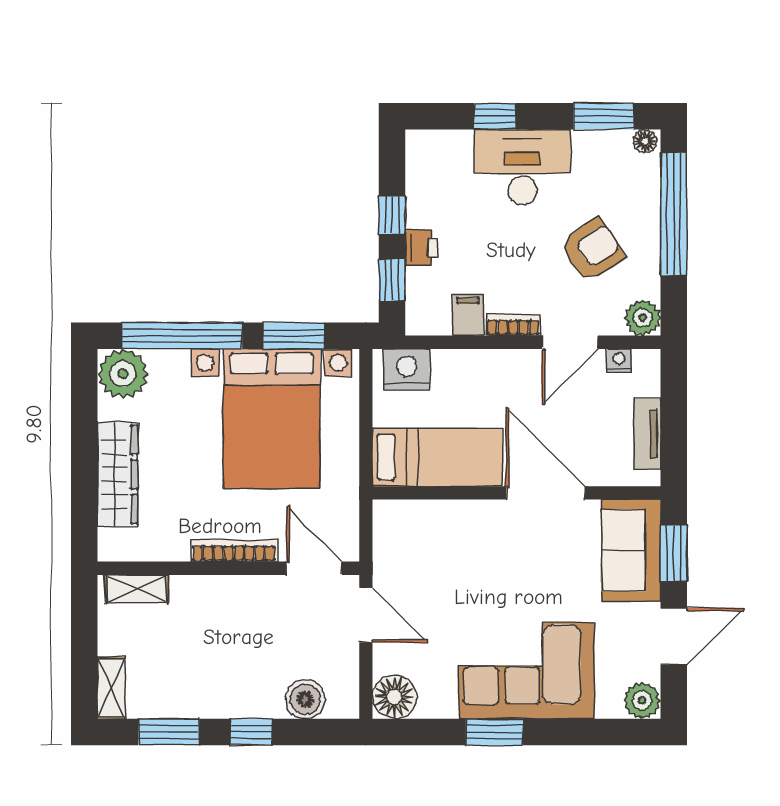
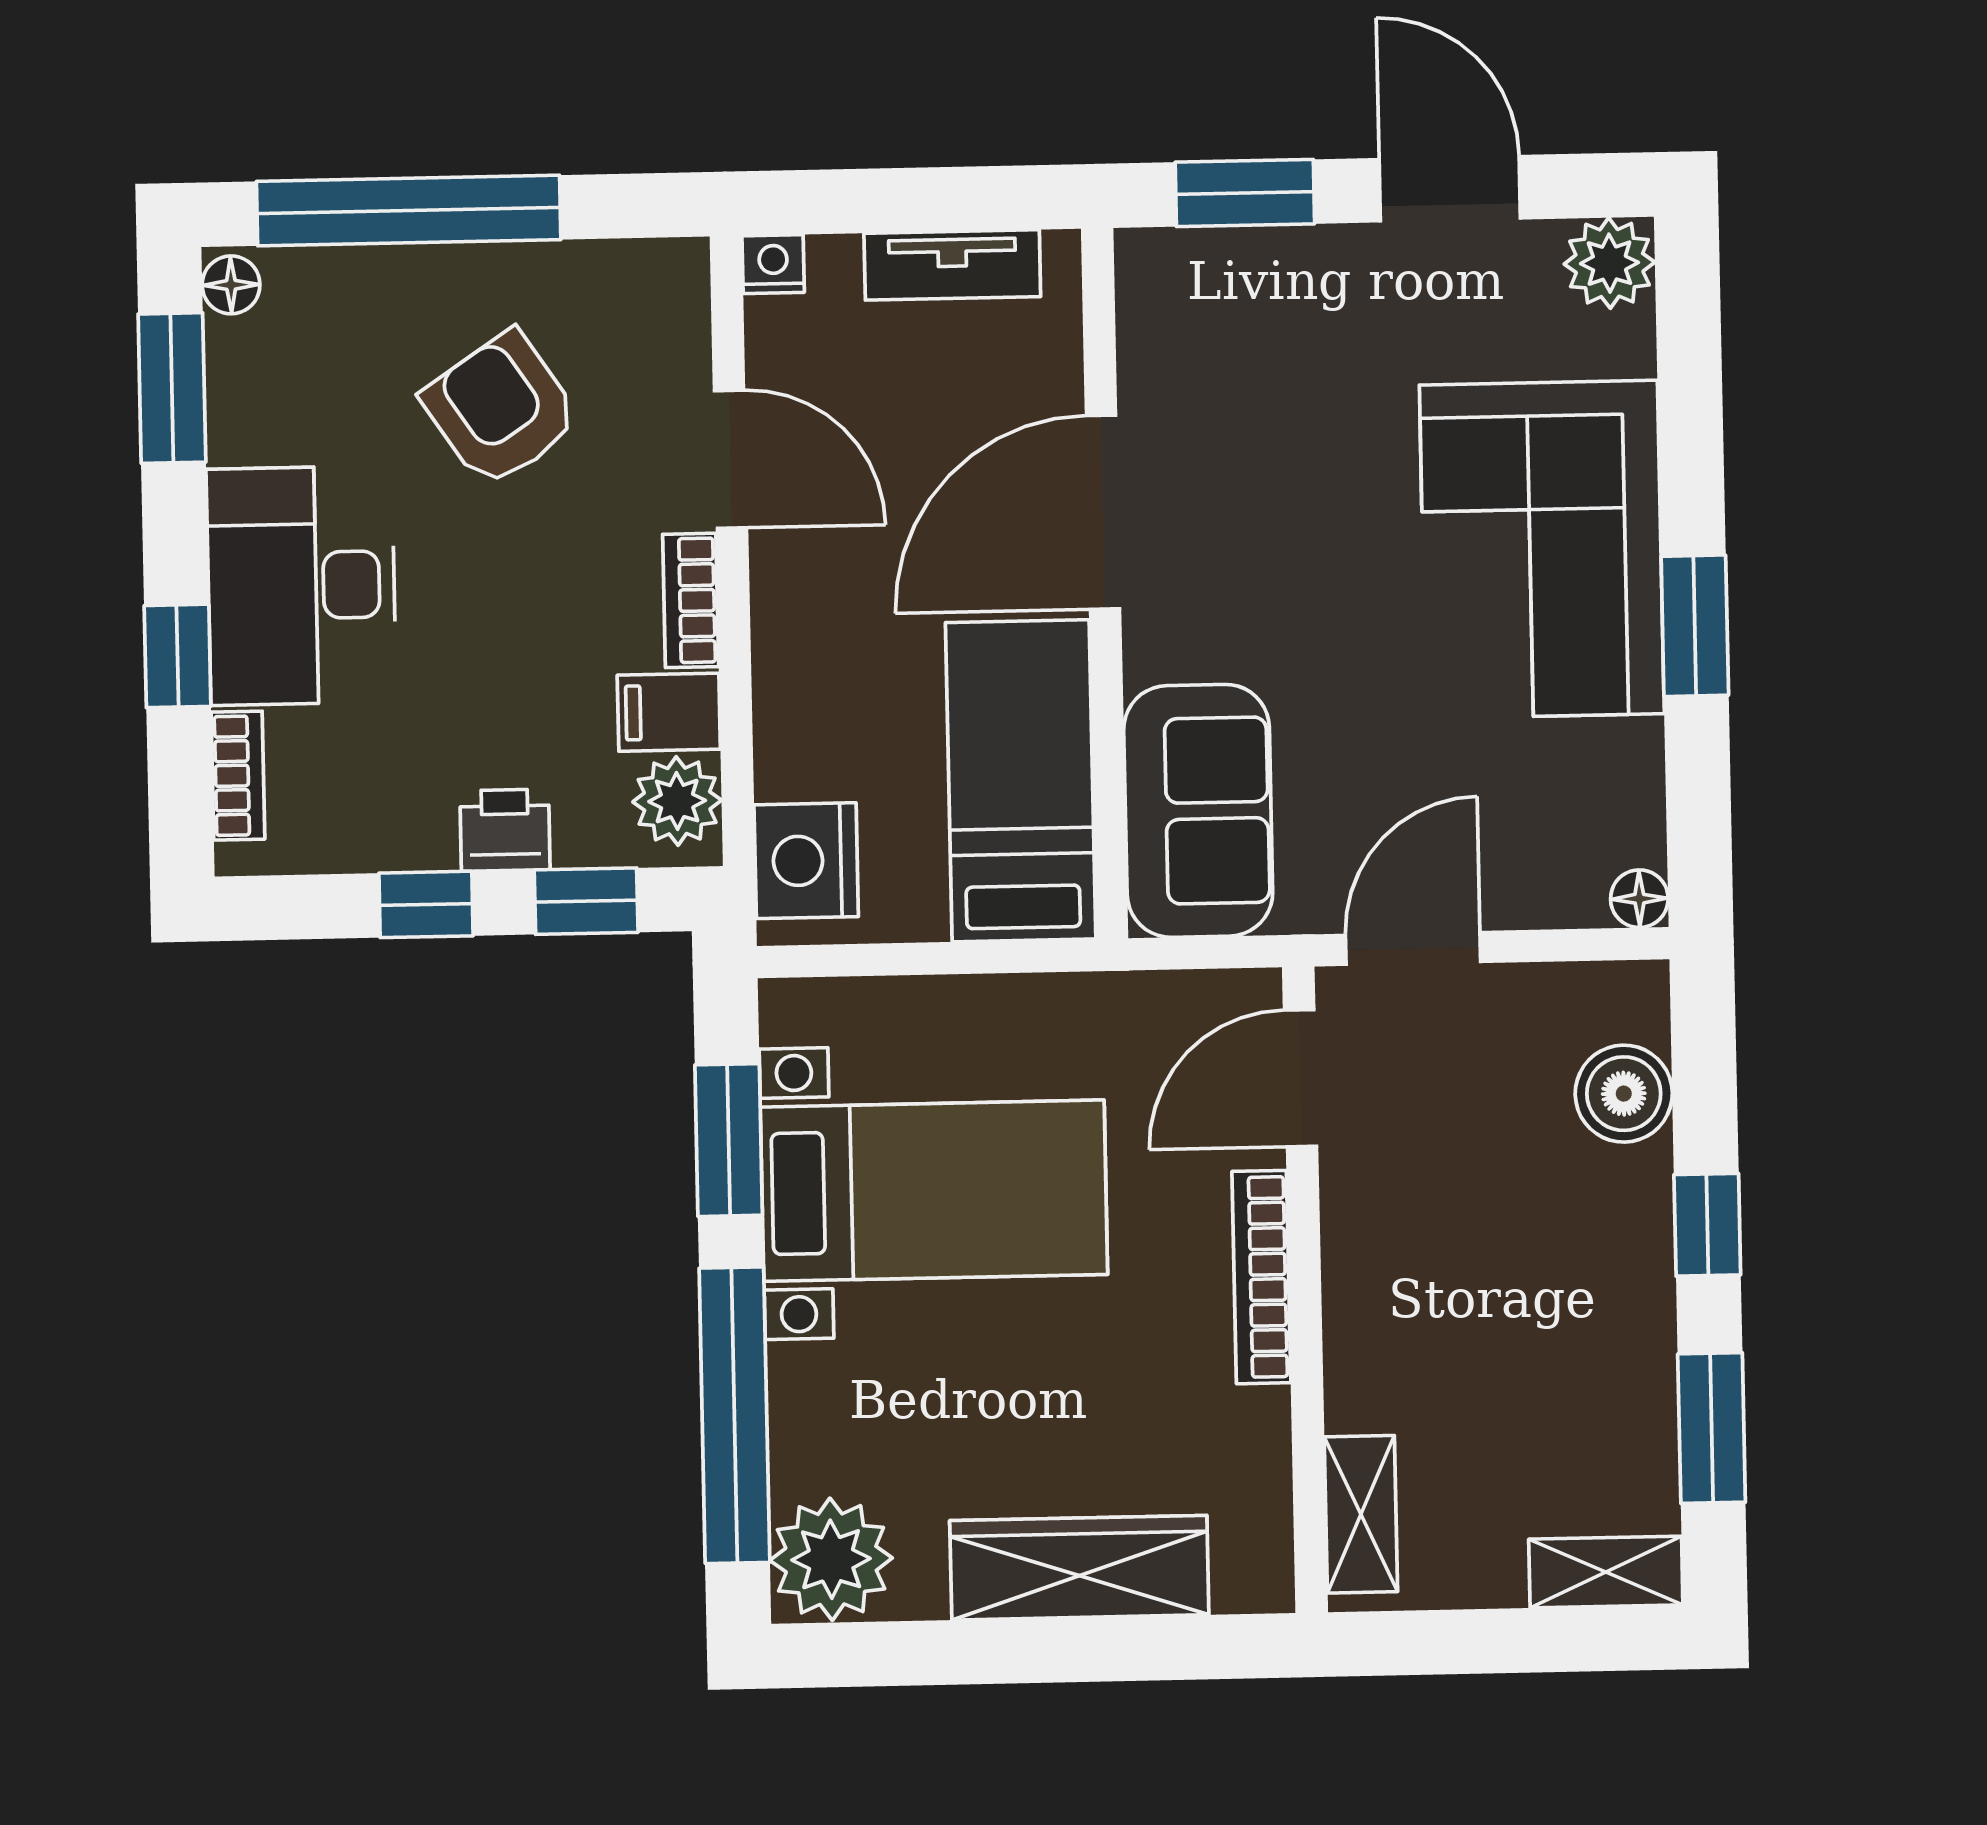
bookcase: (446, 140) -> (238, 776), added
plant: (643, 318) -> (677, 801), moved
nightstand: (619, 361) -> (773, 264), moved, turned 90
bed with nightstands: (272, 419) -> (934, 1191), width x0.73
sofa: (631, 551) -> (1198, 811), moved, turned -90
floor lamp: (394, 697) -> (1639, 899), width x0.53, depth x0.53

